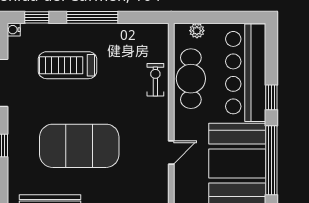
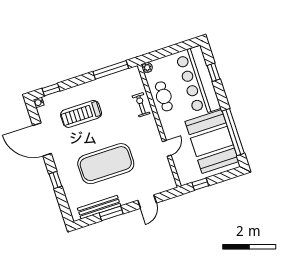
window: (92, 17) -> (111, 70), moved
plant: (197, 31) -> (147, 67), moved
cafe table: (191, 79) -> (164, 96), width x0.73, depth x0.74
window: (271, 97) -> (214, 72), moved

